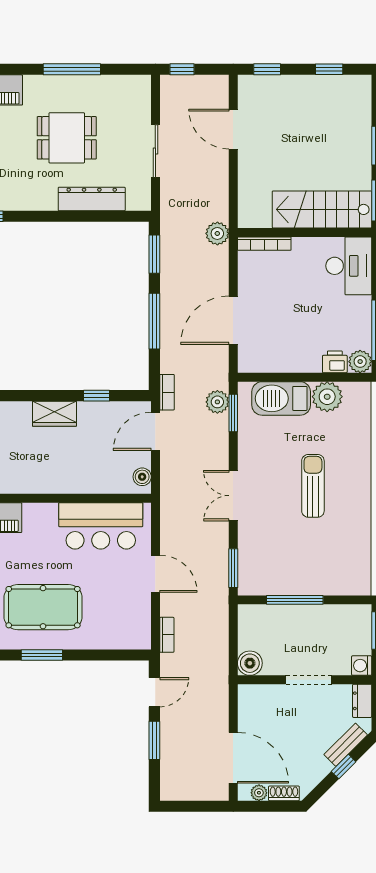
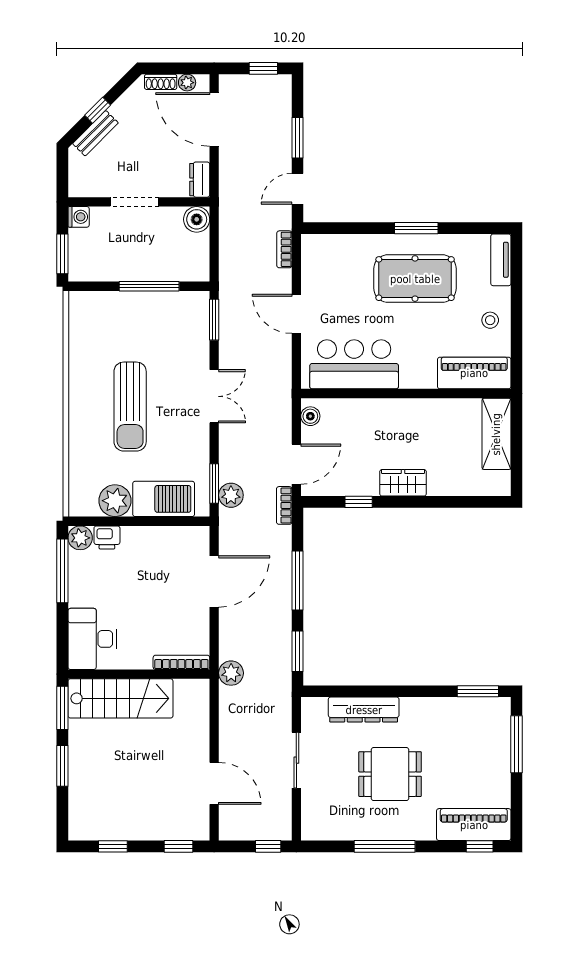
sun lounger: (313, 486) -> (130, 407), width x1.36, depth x1.34
dresser: (362, 701) -> (200, 180), moved, turned 180
window: (187, 806) -> (263, 68), added

